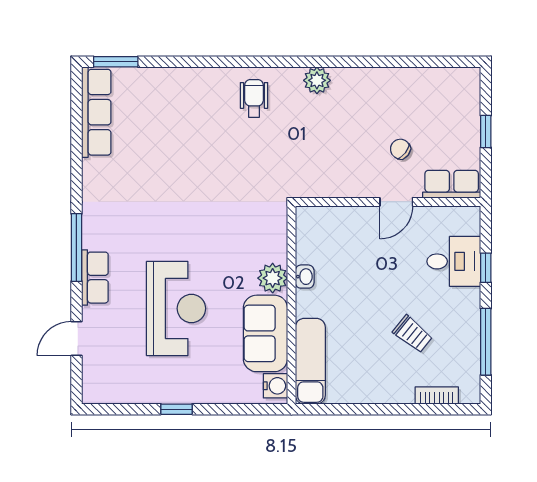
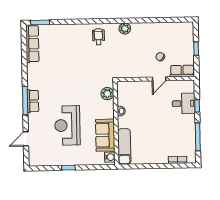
row of seats: (95, 278) -> (33, 101), moved
plant: (273, 278) -> (107, 94), moved
reception desk: (176, 308) -> (67, 125), turned 180
trolley: (413, 334) -> (167, 134), removed

